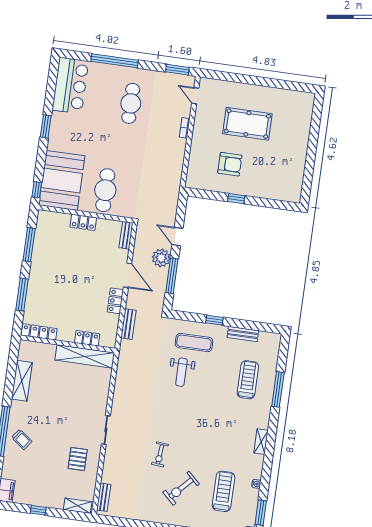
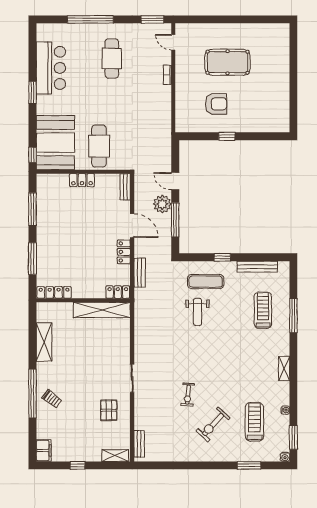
bar counter: (70, 86) -> (51, 68), moved
bench: (243, 334) -> (257, 267), width x1.36
locker: (87, 338) -> (118, 292), moved

